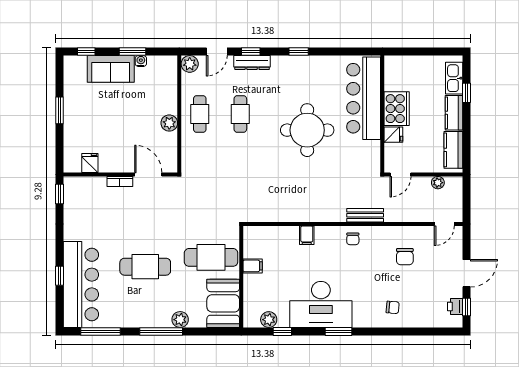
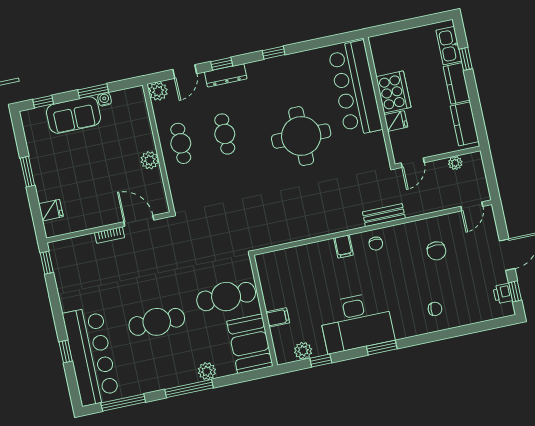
fridge: (90, 163) -> (51, 210), moved, turned 90
filing cabinet: (307, 235) -> (344, 247), moved
filing cabinet: (253, 266) -> (278, 317), moved

